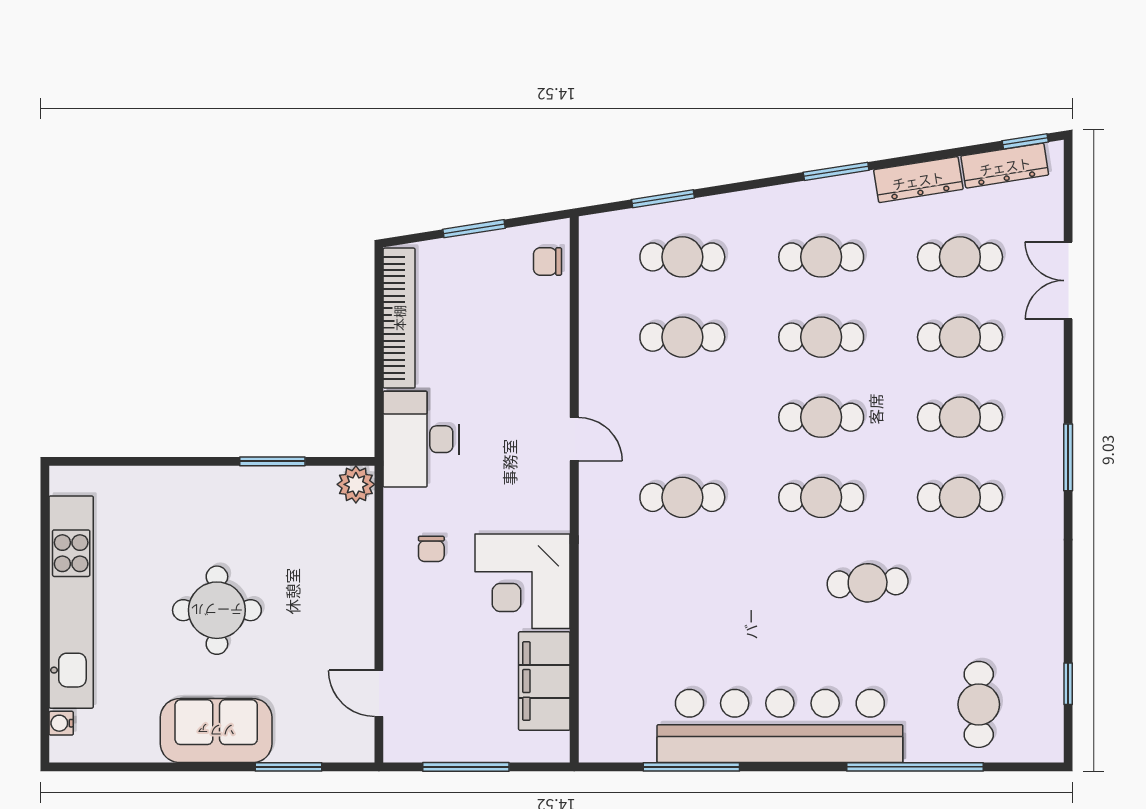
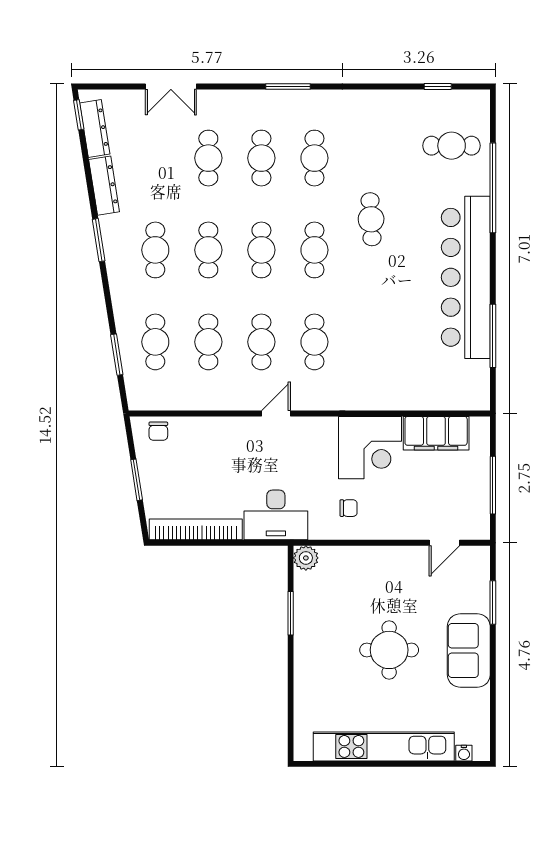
cafe table: (960, 257) -> (261, 342), moved

